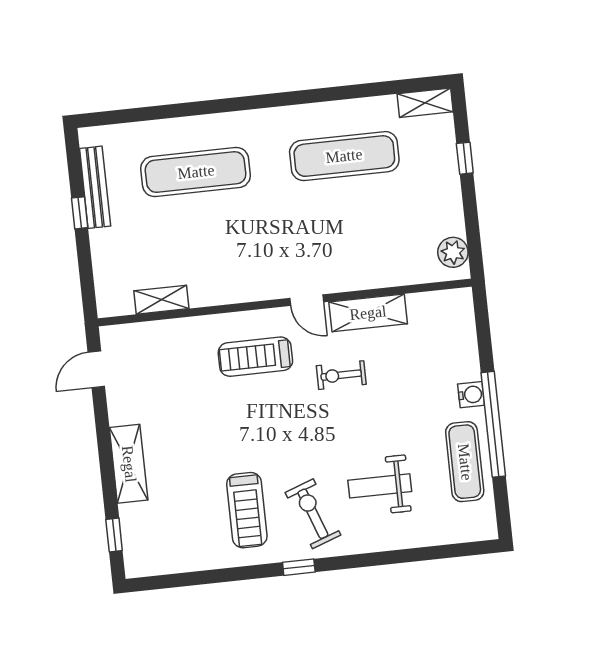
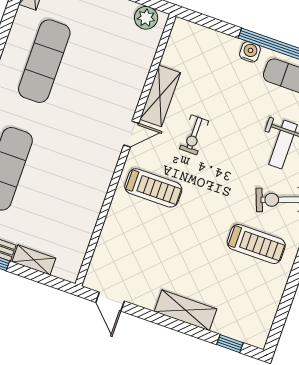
shelving: (161, 300) -> (34, 260), moved, turned 90
treadmill: (255, 357) -> (153, 188), turned -90

